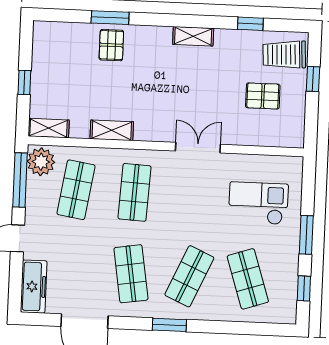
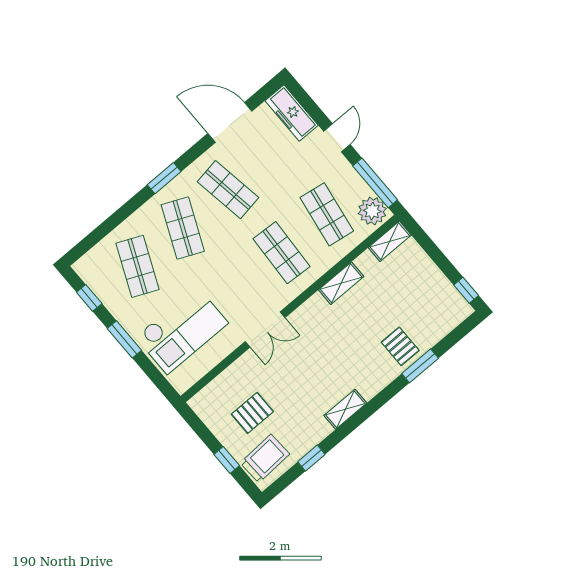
window: (24, 82) -> (466, 290), moved
checkout: (258, 203) -> (182, 330), width x1.36, depth x1.21
shop shelf: (248, 279) -> (138, 266), turned 42

